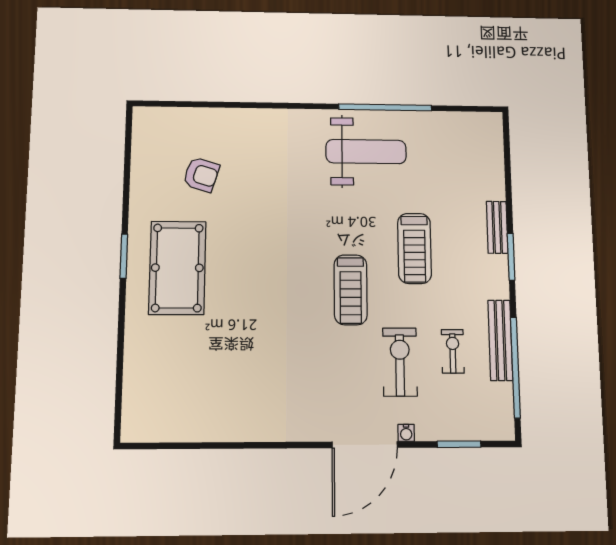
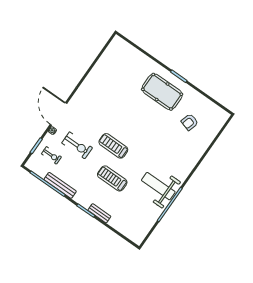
weight bench: (366, 152) -> (158, 186), turned 90
exercise bike: (453, 351) -> (51, 155), moved

